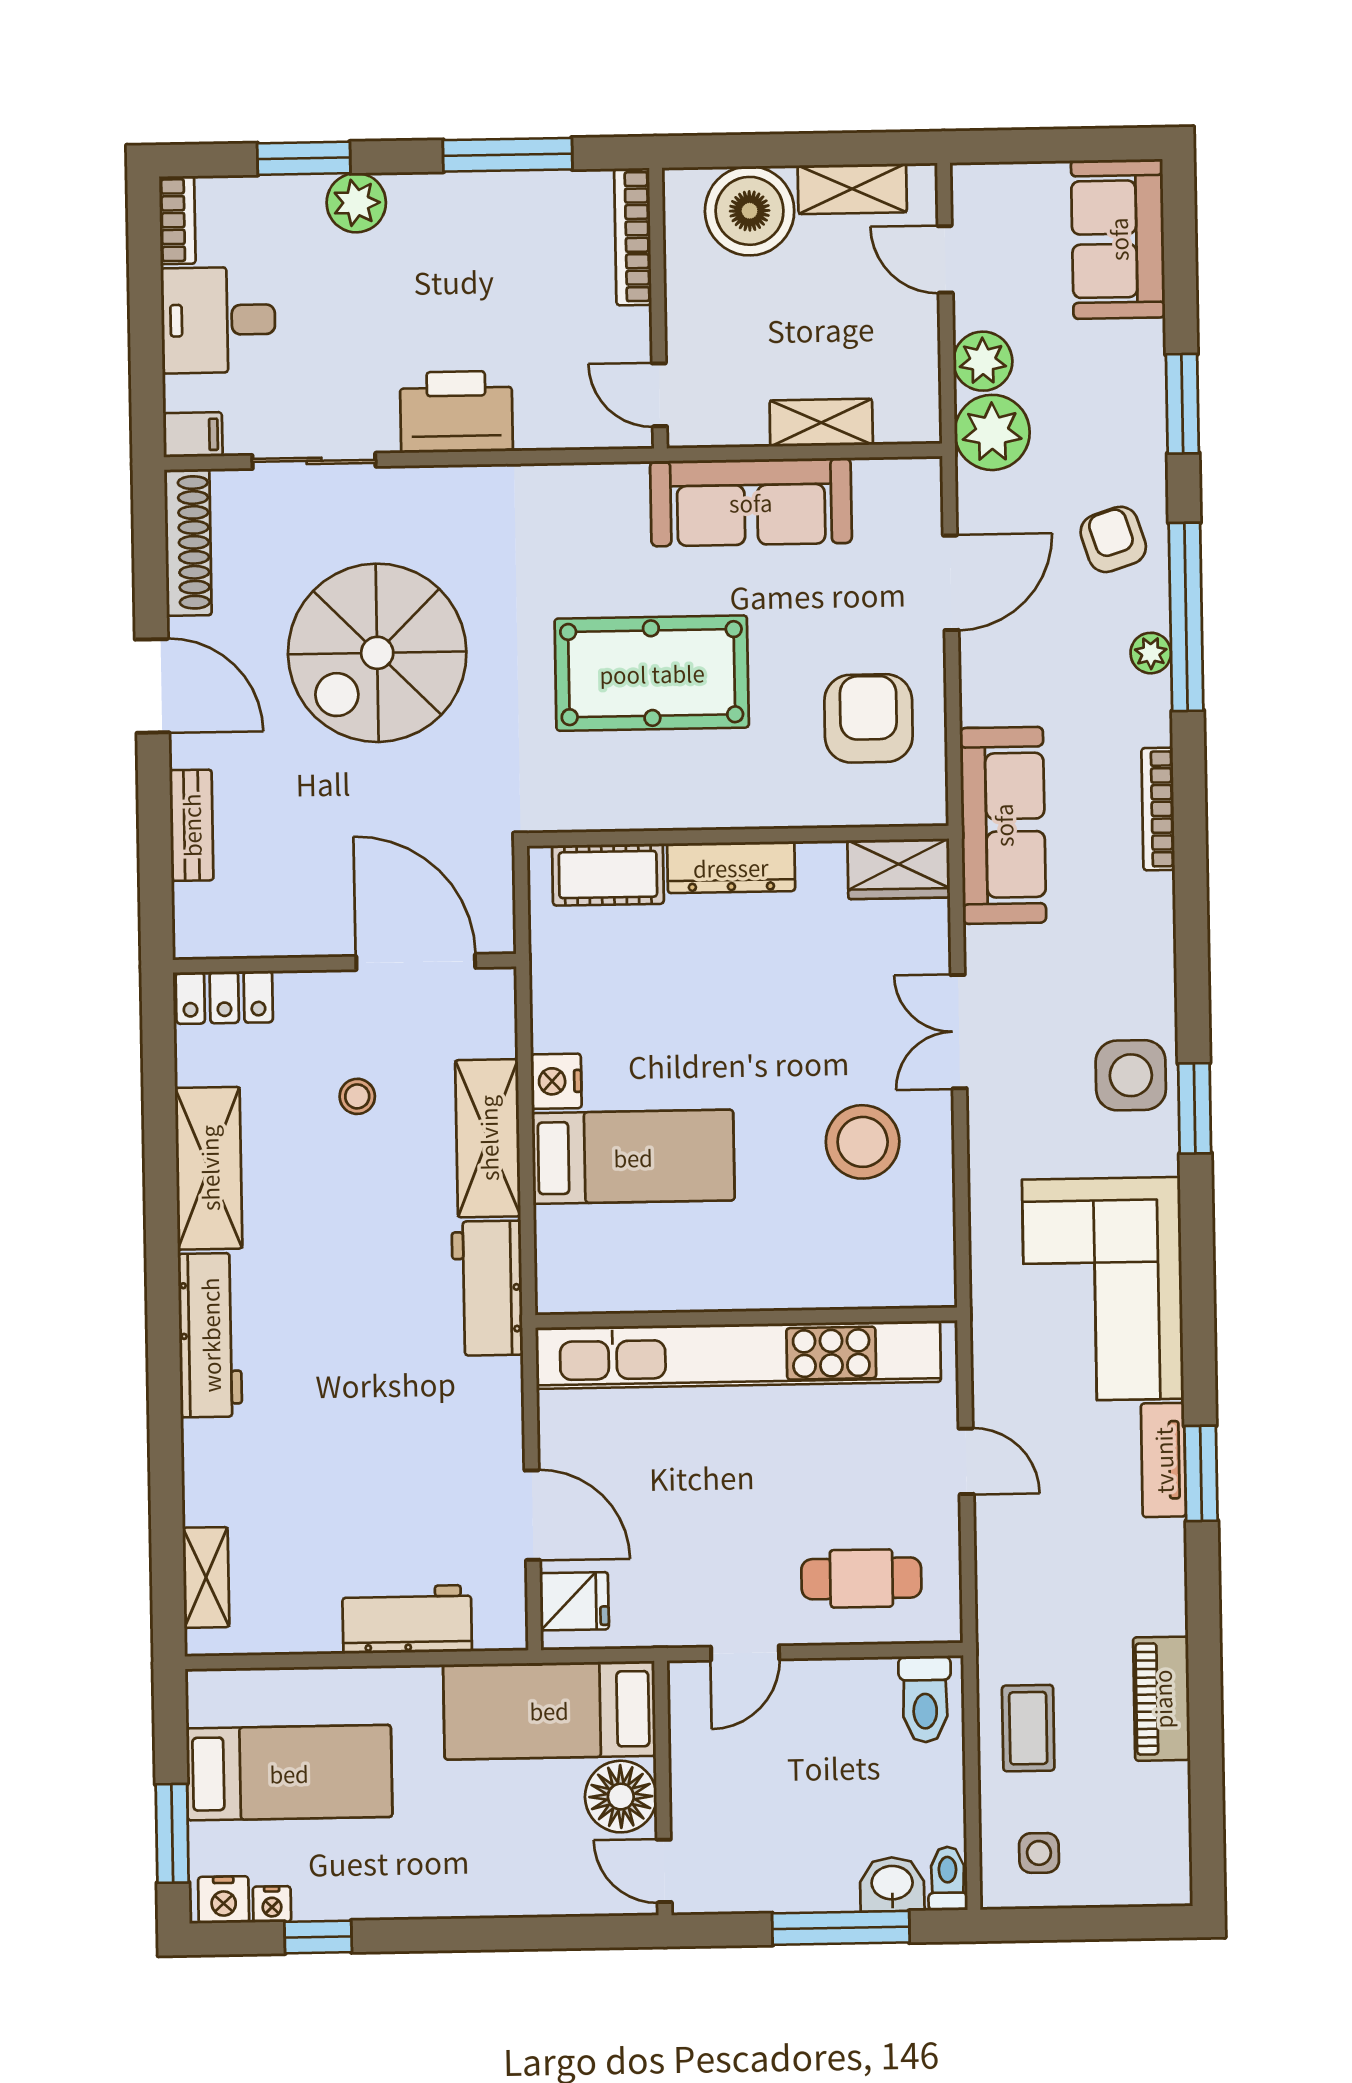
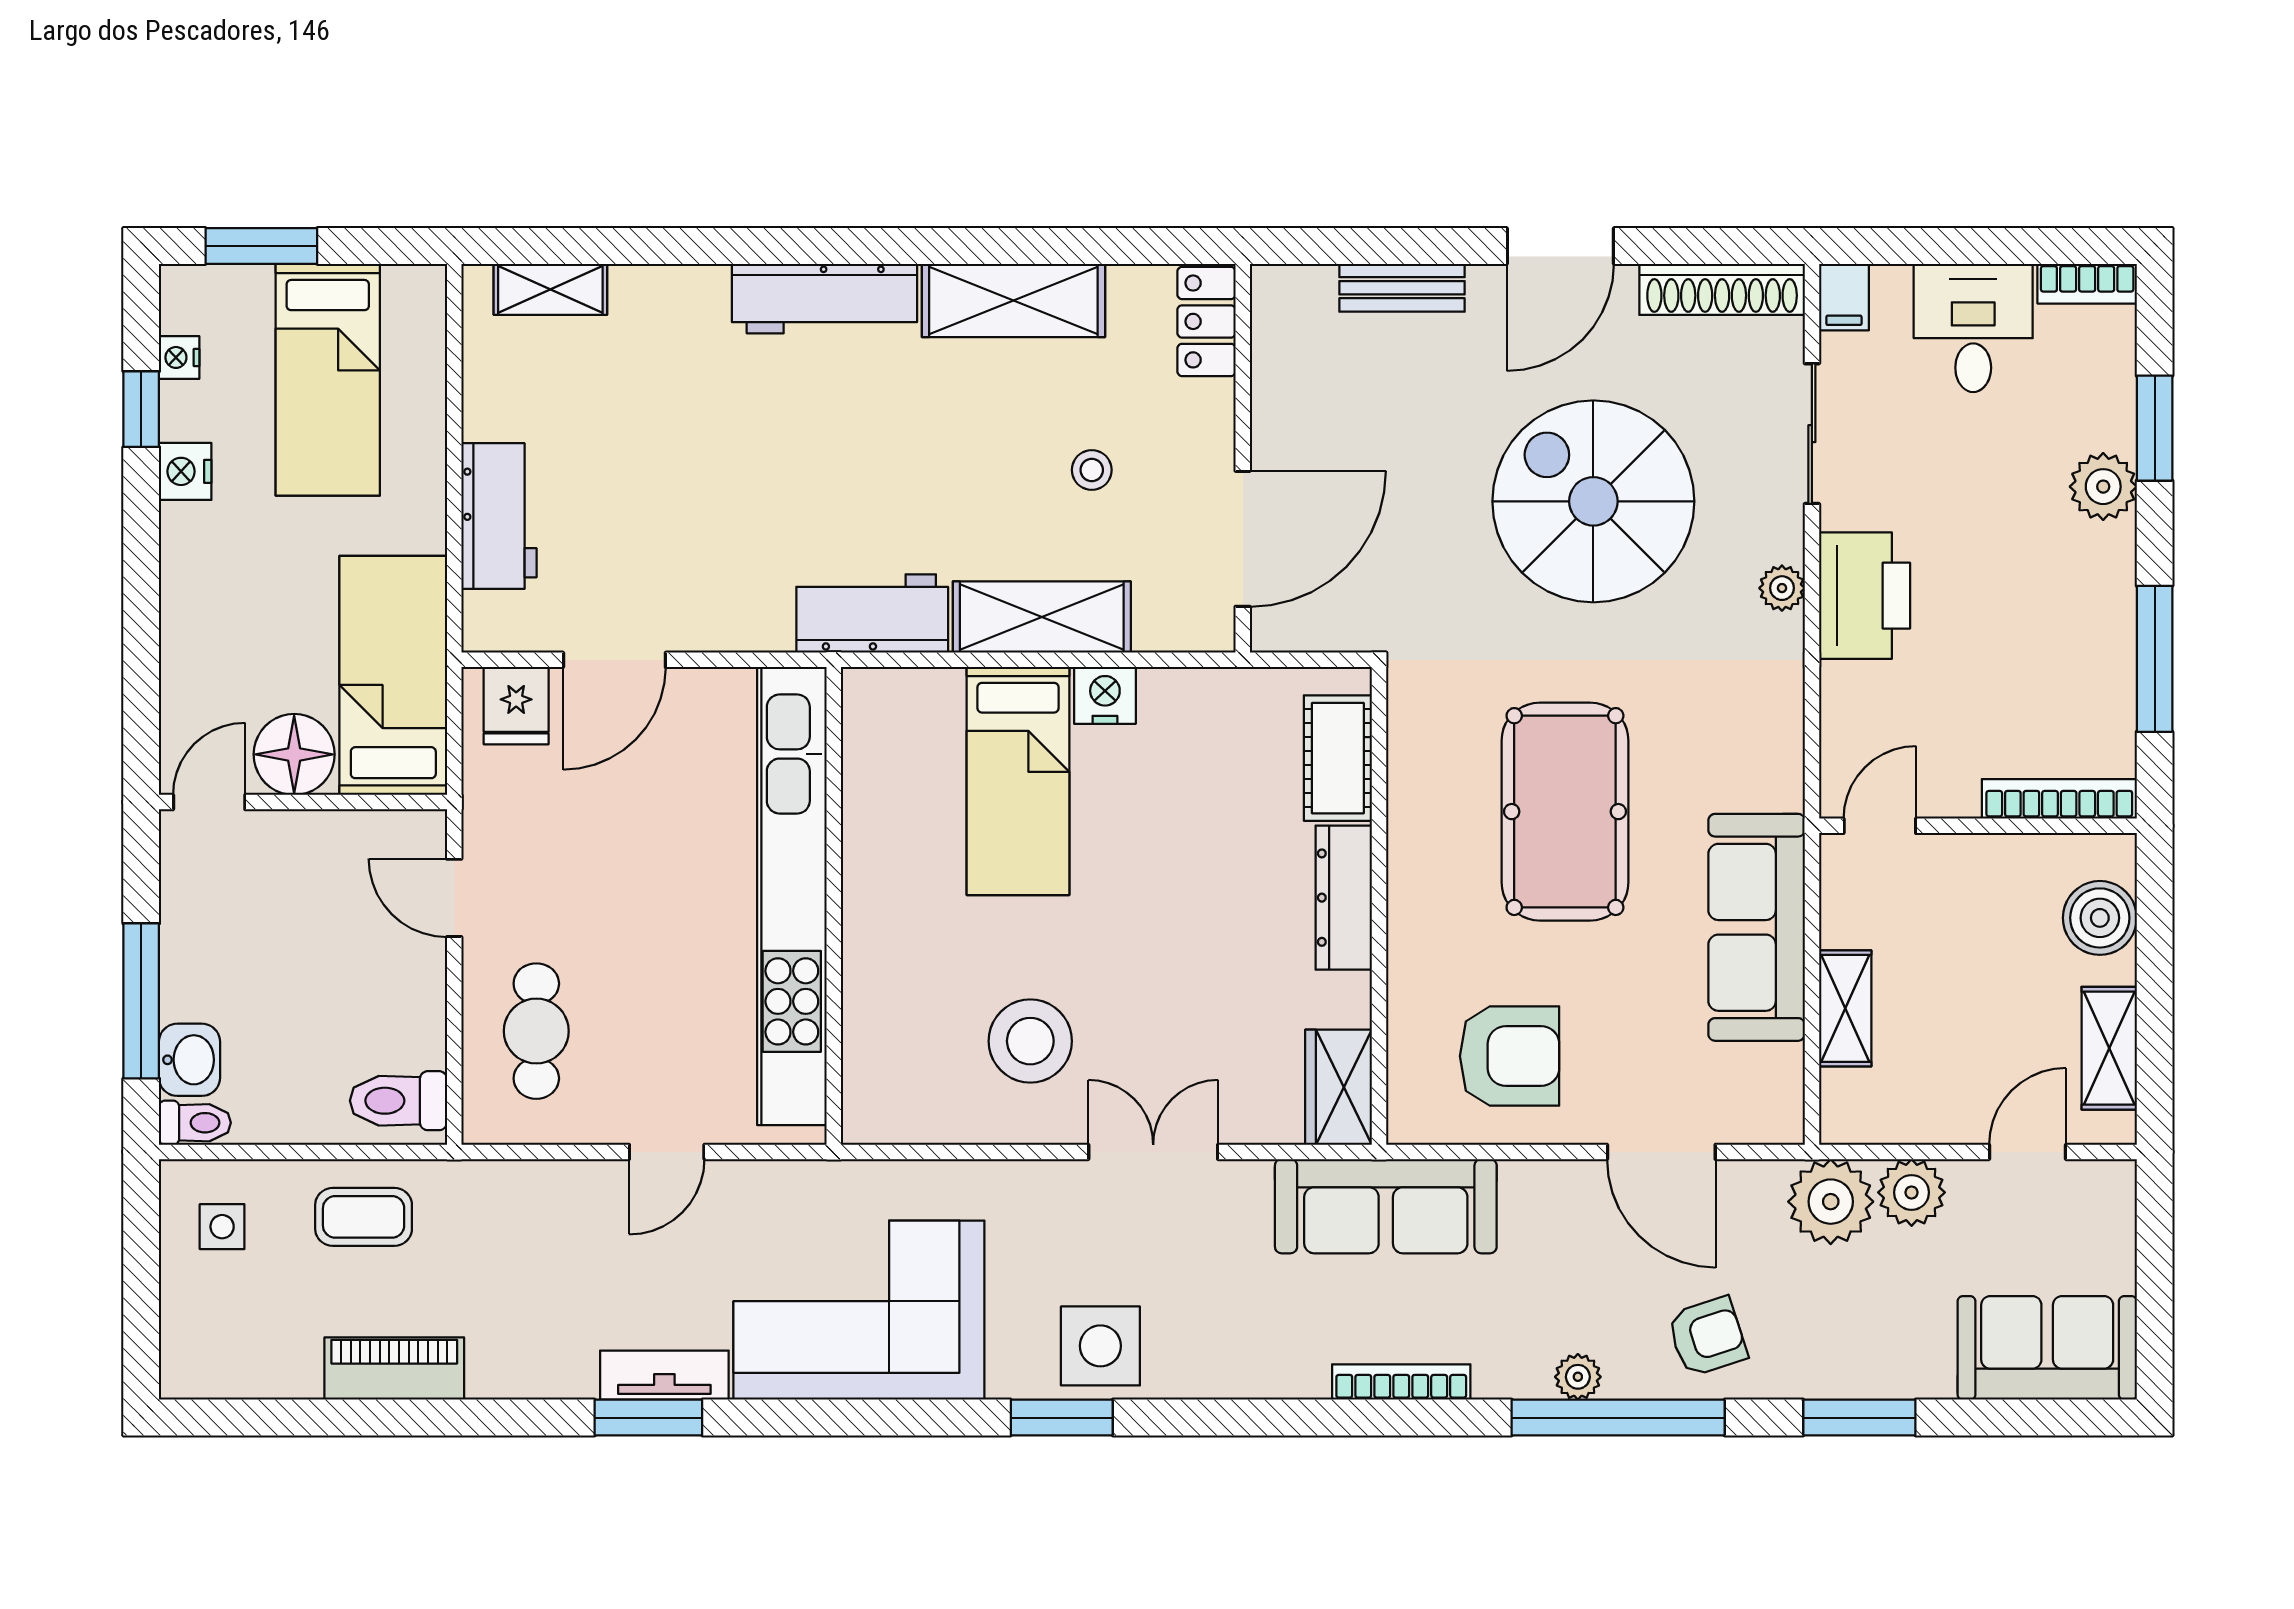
boiler: (750, 211) -> (2100, 918), width x0.73, depth x0.73
plant: (451, 485) -> (1782, 588), added
nightstand: (224, 1900) -> (185, 471), moved

